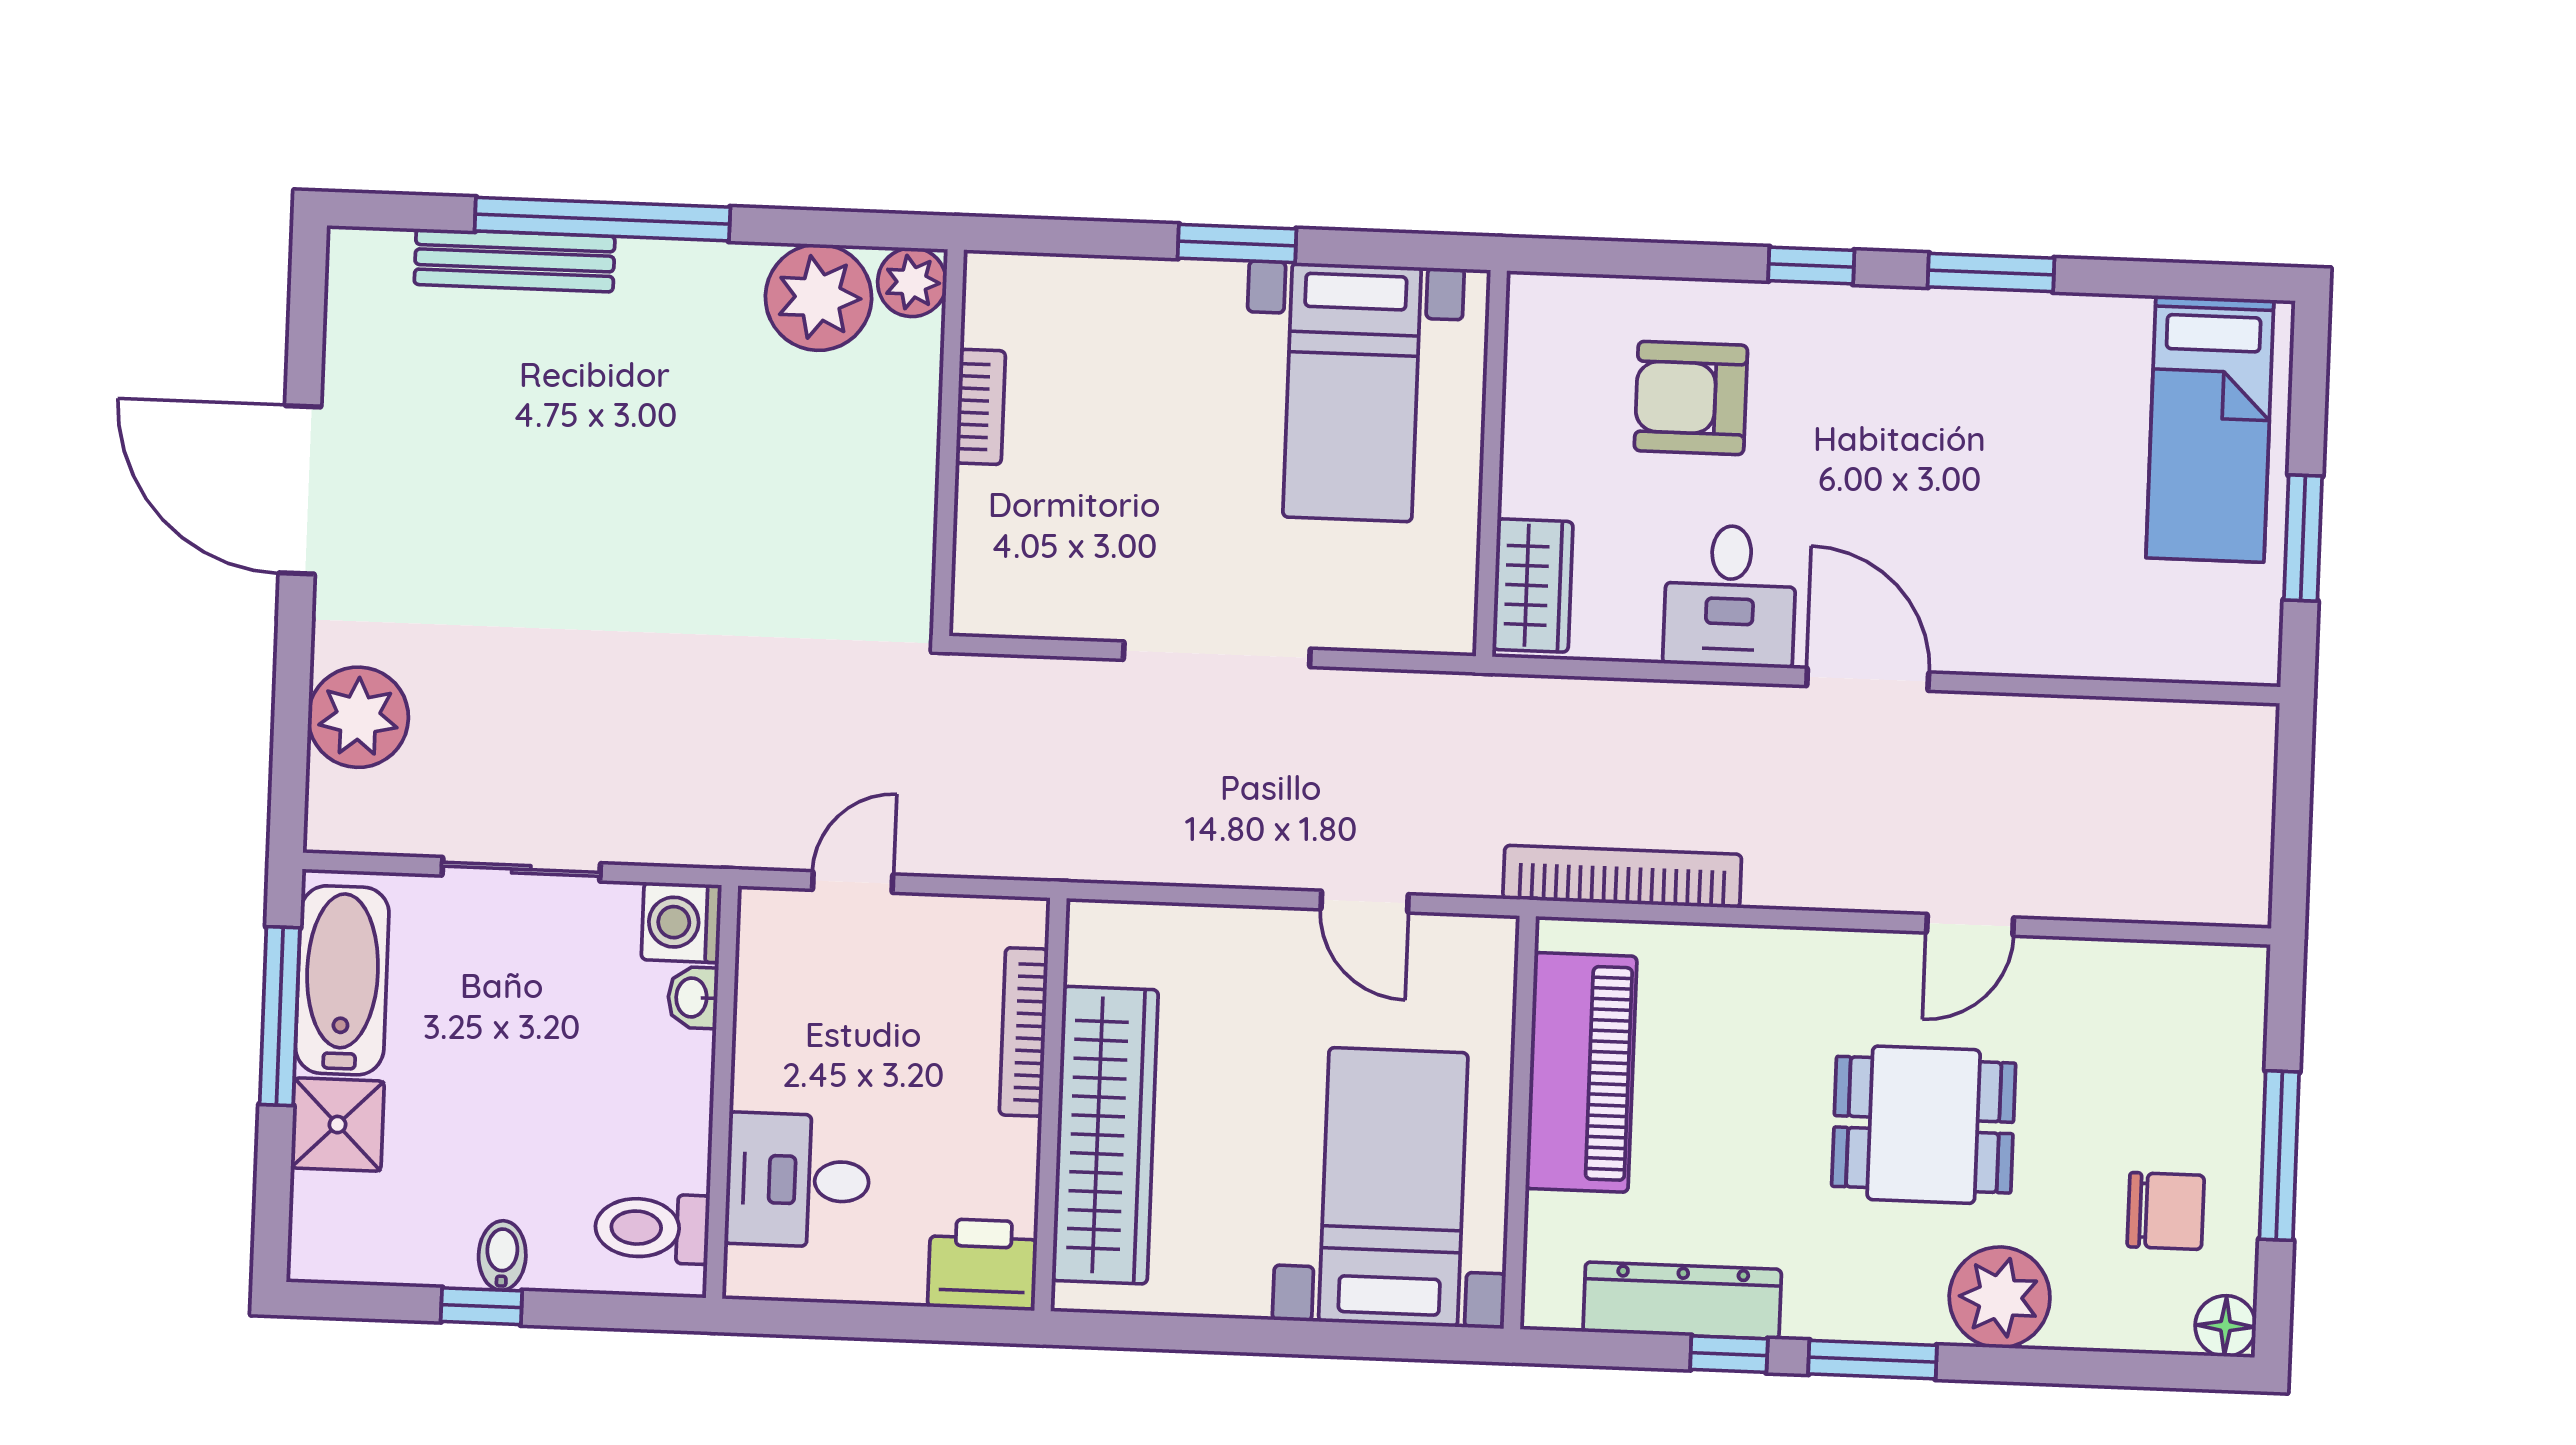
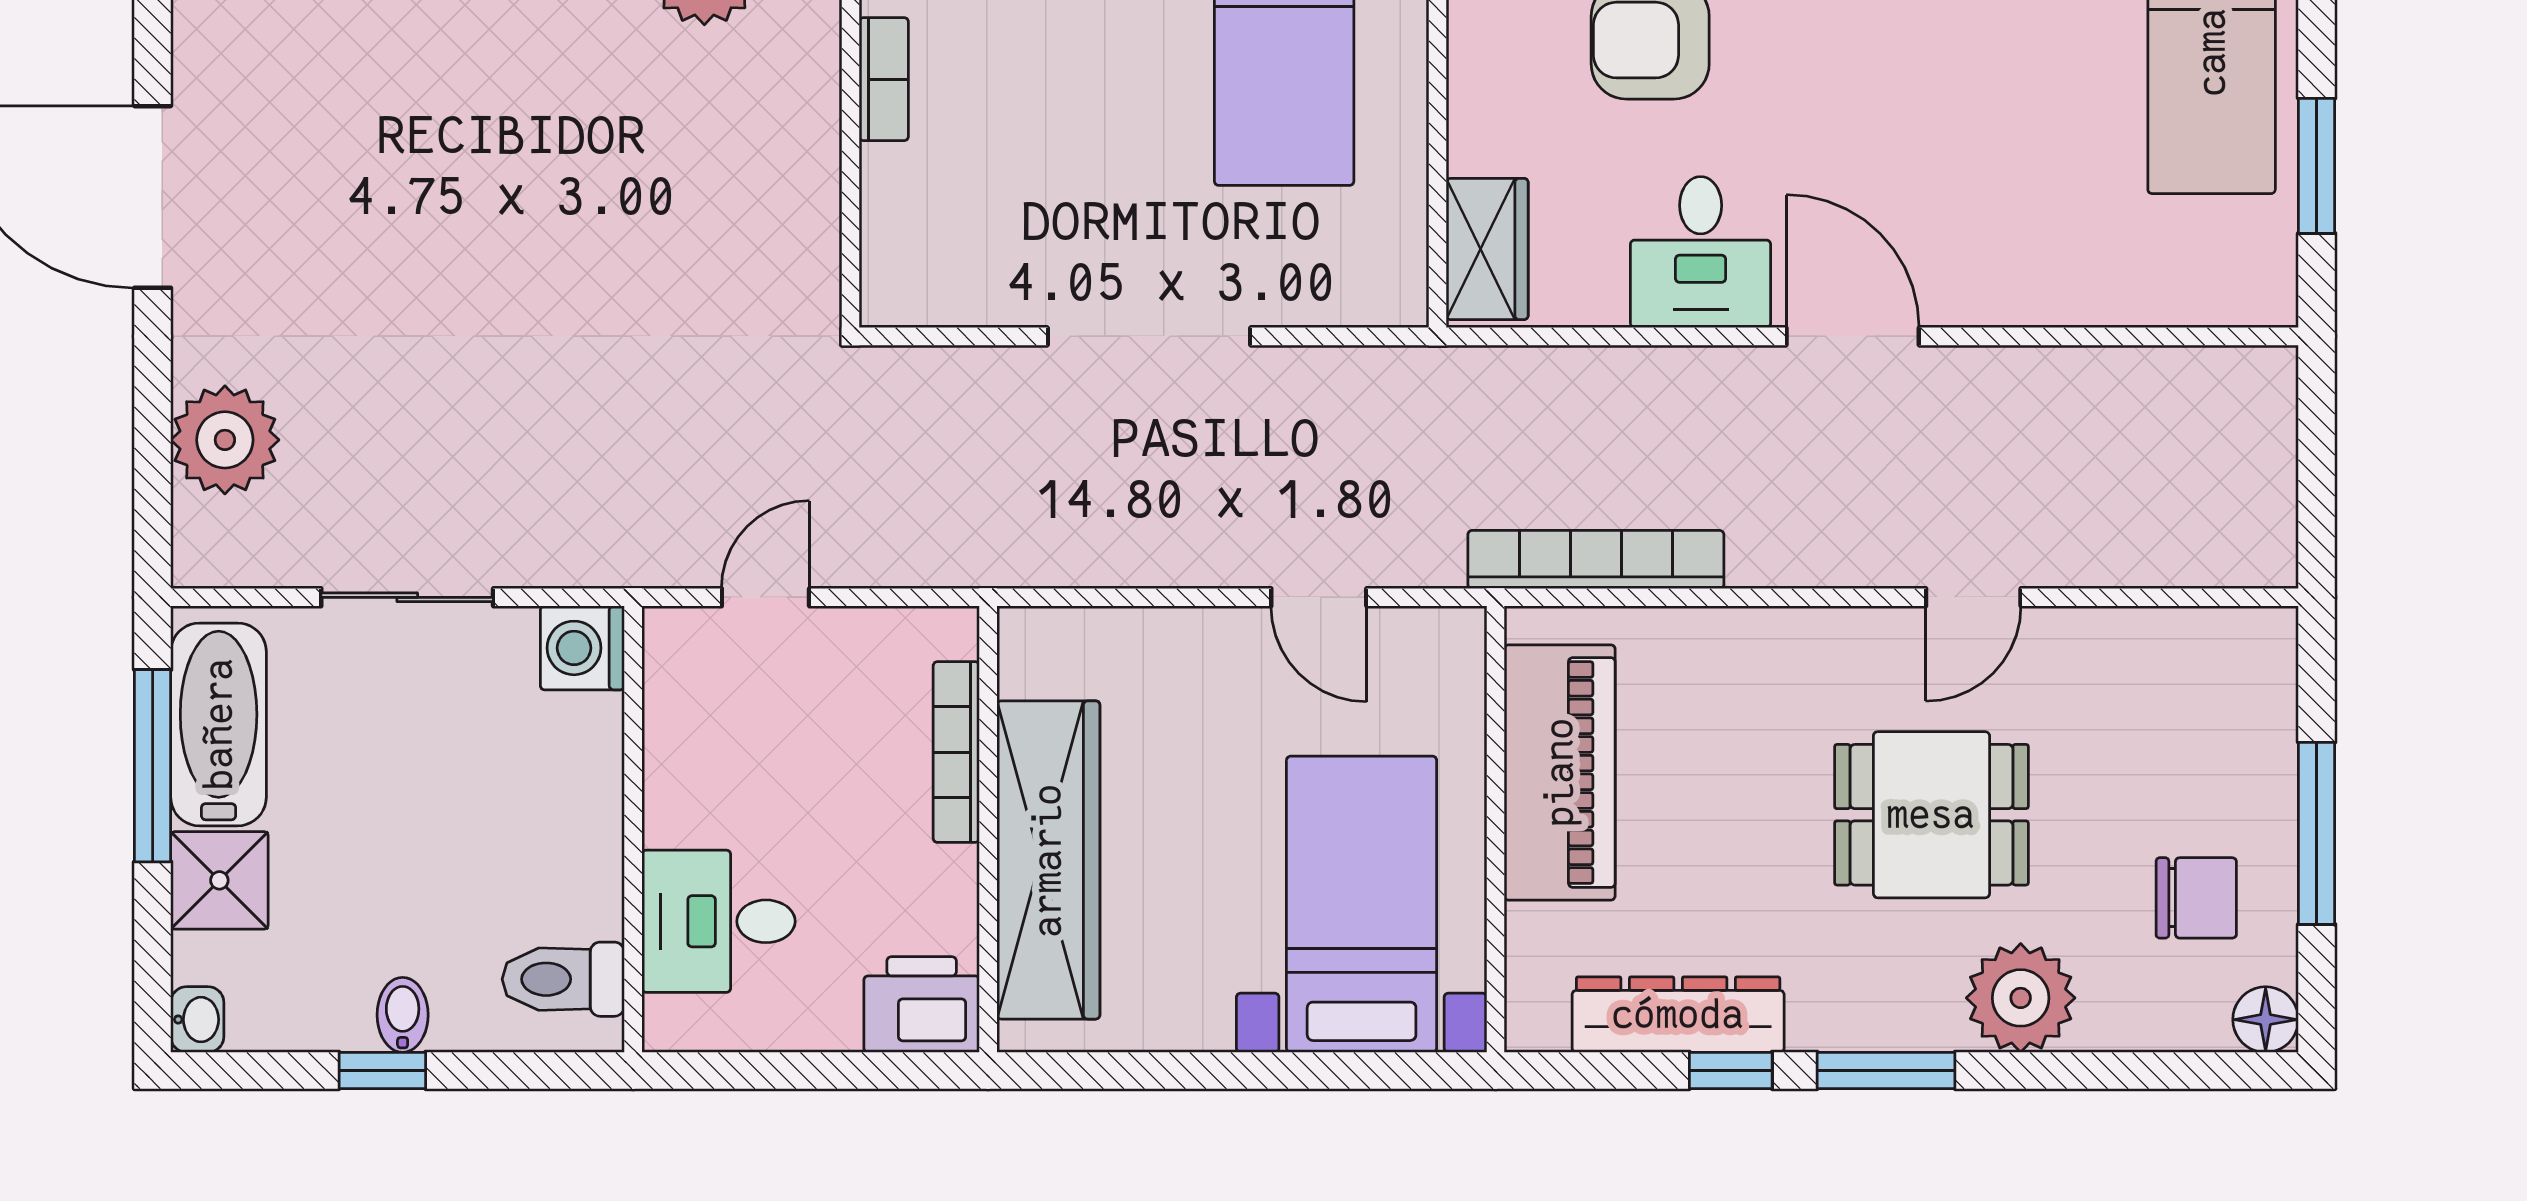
washbasin: (693, 998) -> (197, 1020), moved, turned 180

